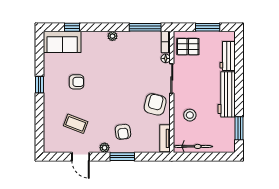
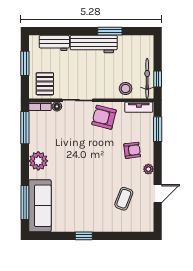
window: (72, 27) -> (25, 202), width x2.17
plant: (112, 36) -> (38, 161), width x1.87, depth x1.87
sofa: (62, 42) -> (40, 206), width x1.36
armchair: (77, 82) -> (81, 198), removed
stool: (190, 115) -> (126, 89), moved
window: (239, 128) -> (110, 31), moved
window: (122, 157) -> (158, 129), moved
window: (192, 157) -> (158, 79), added

